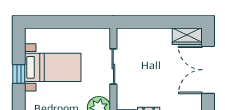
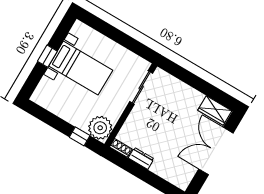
sliding door: (113, 66) -> (141, 88), moved

